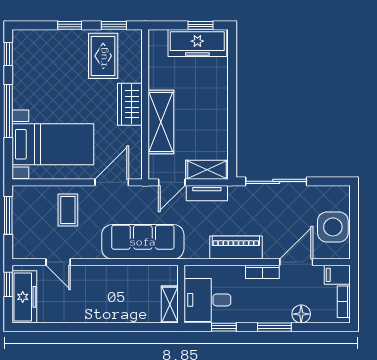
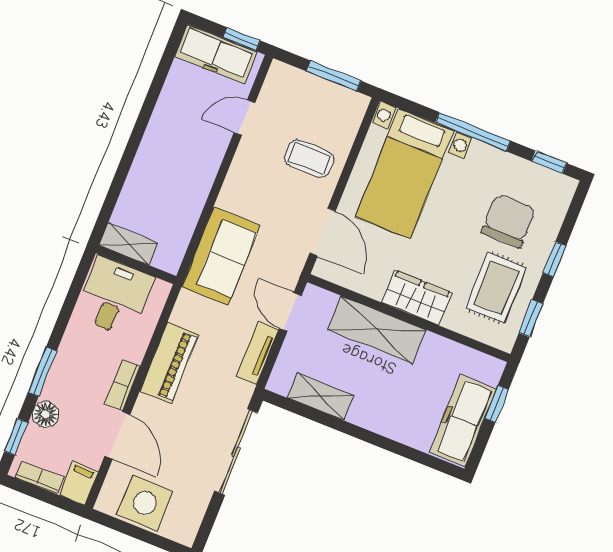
window: (200, 25) -> (497, 404), moved
rug: (103, 56) -> (496, 288), turned 90
chair: (57, 65) -> (508, 221), added
shelving: (207, 170) -> (320, 396), moved, turned 90
sofa: (143, 242) -> (221, 256), width x0.73
window: (224, 327) -> (16, 437), moved

